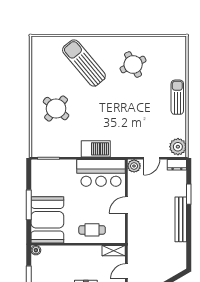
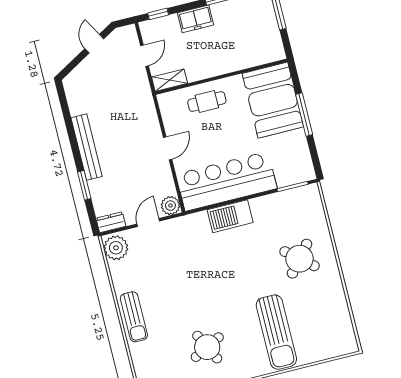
sun lounger: (84, 63) -> (276, 332), turned 40
bar counter: (101, 173) -> (227, 181), width x1.36
boiler: (36, 250) -> (278, 54), removed

